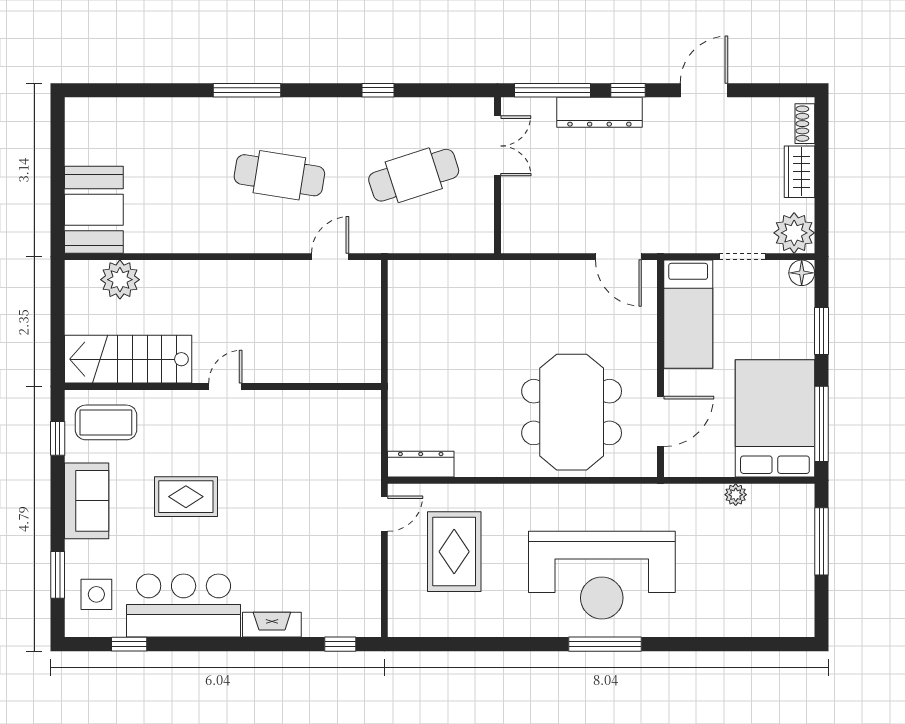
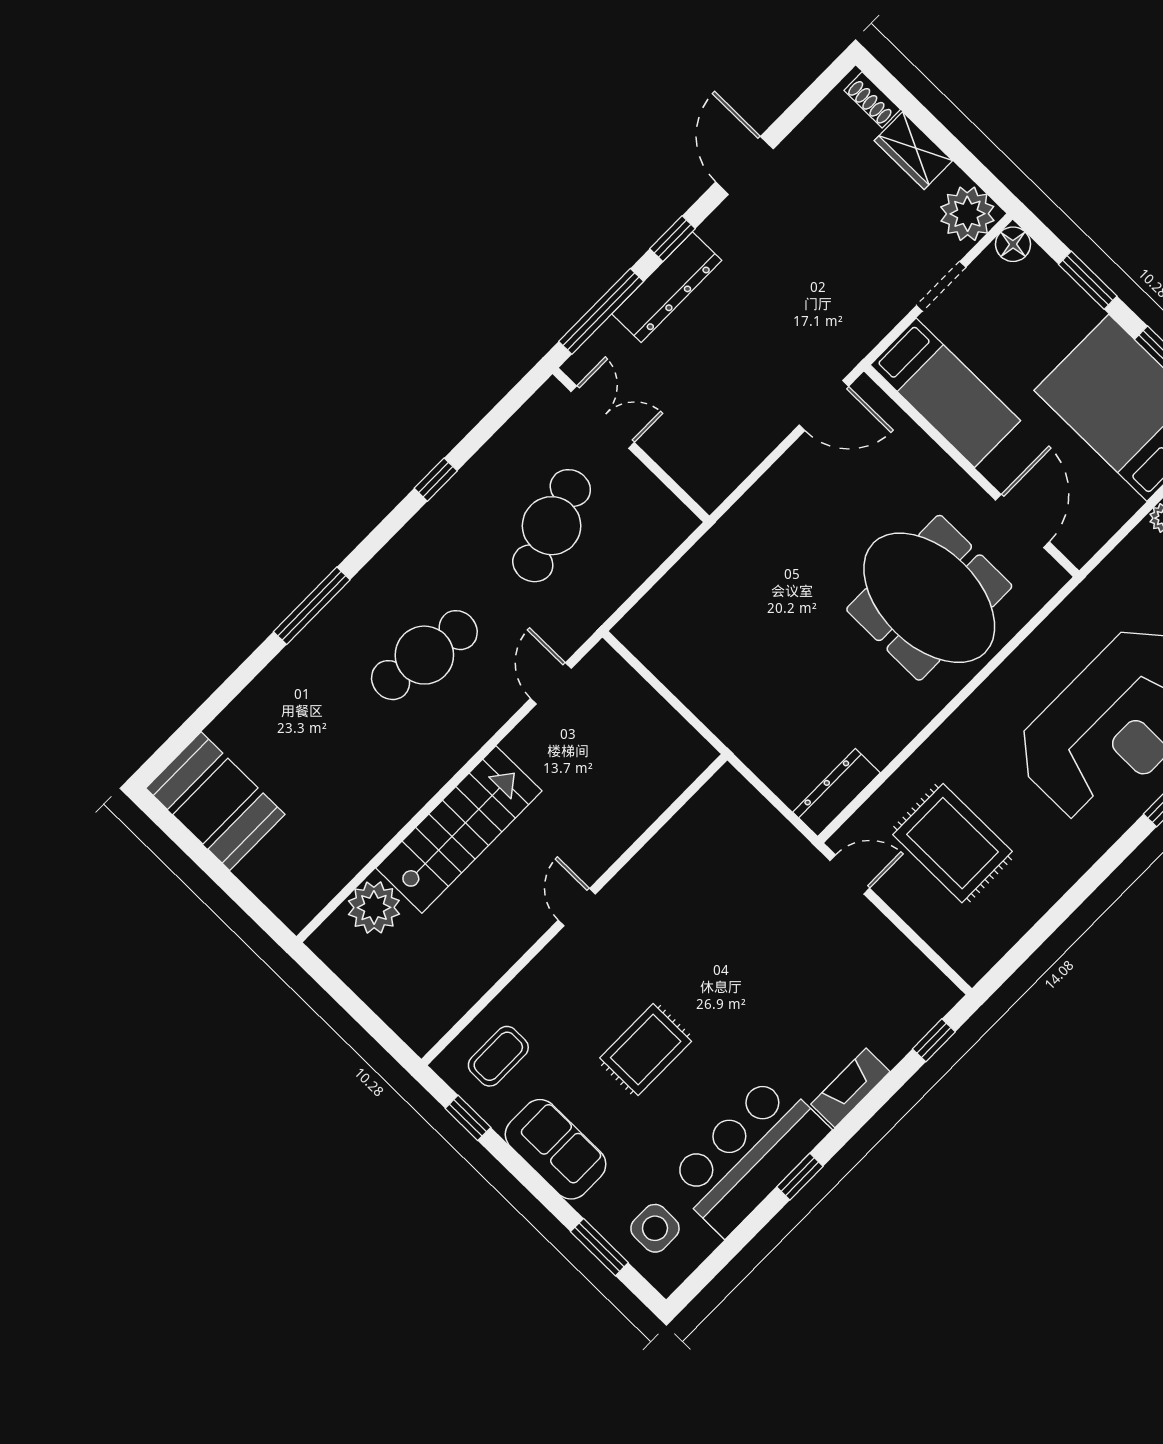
booth: (94, 210) -> (215, 801), moved
stairs: (128, 359) -> (459, 829), moved, turned 180
coffee table: (106, 422) -> (498, 1056), width x0.73, depth x0.77
door: (384, 514) -> (850, 874), hinge flipped
window: (129, 644) -> (800, 1177), moved

